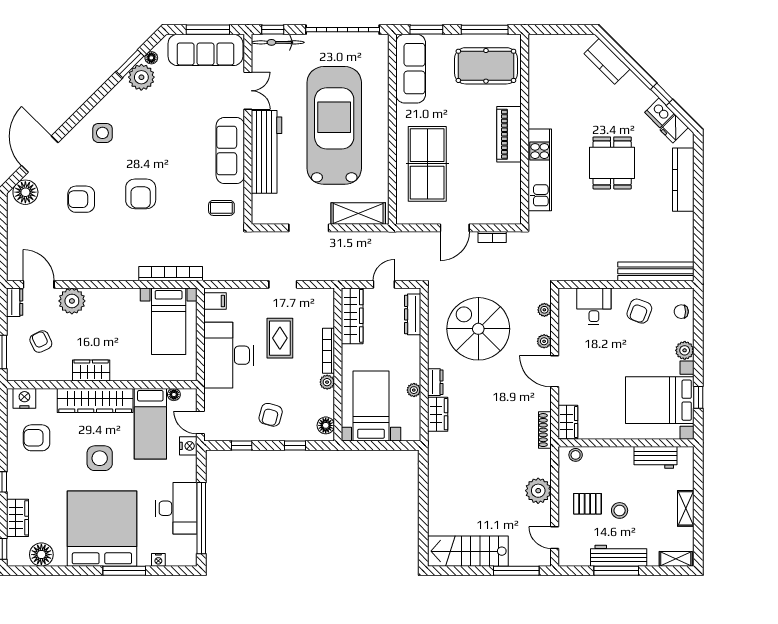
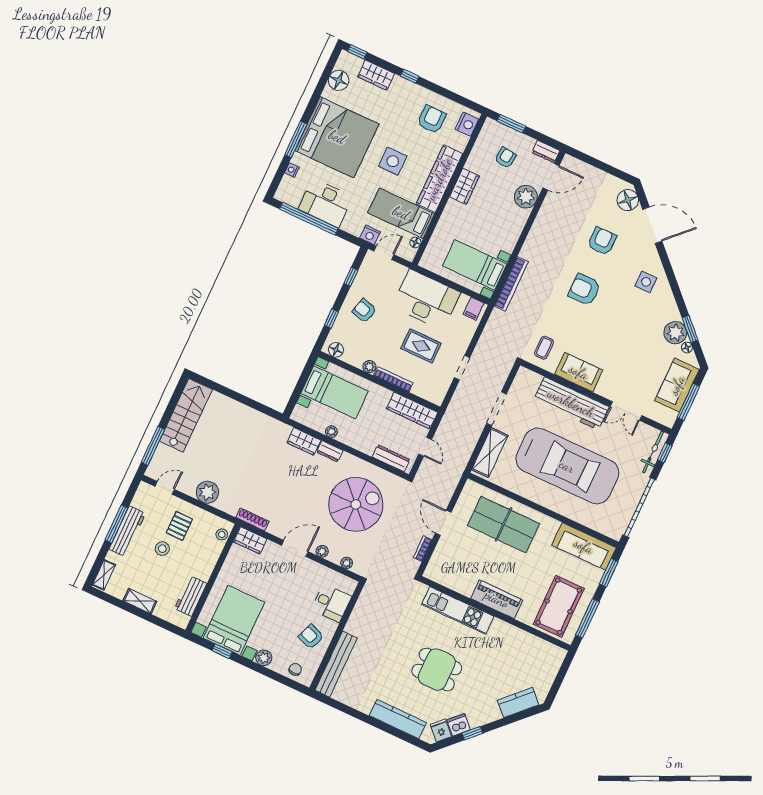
sofa: (205, 50) -> (677, 385), width x0.73
sofa: (230, 151) -> (579, 372), width x0.73
armchair: (41, 342) -> (505, 158), turned -57

